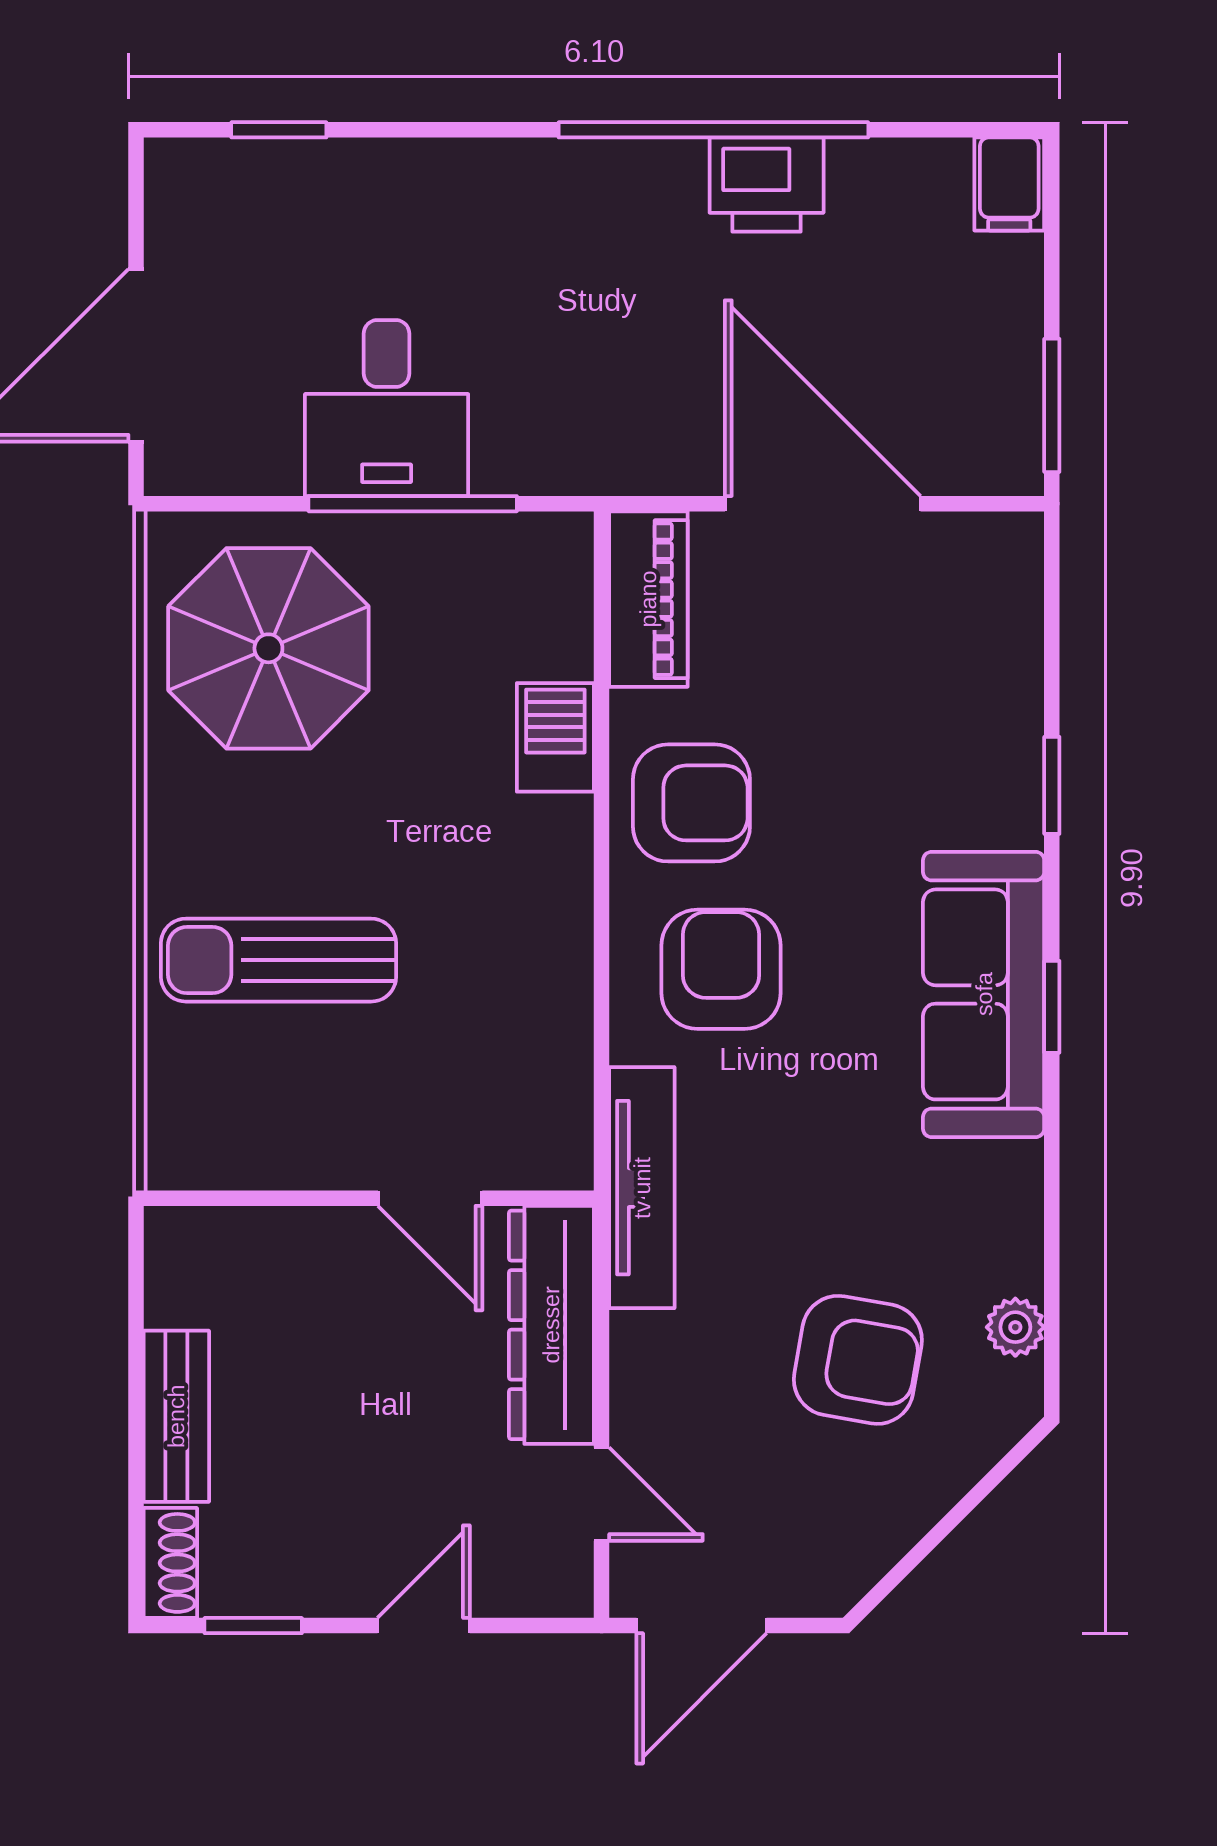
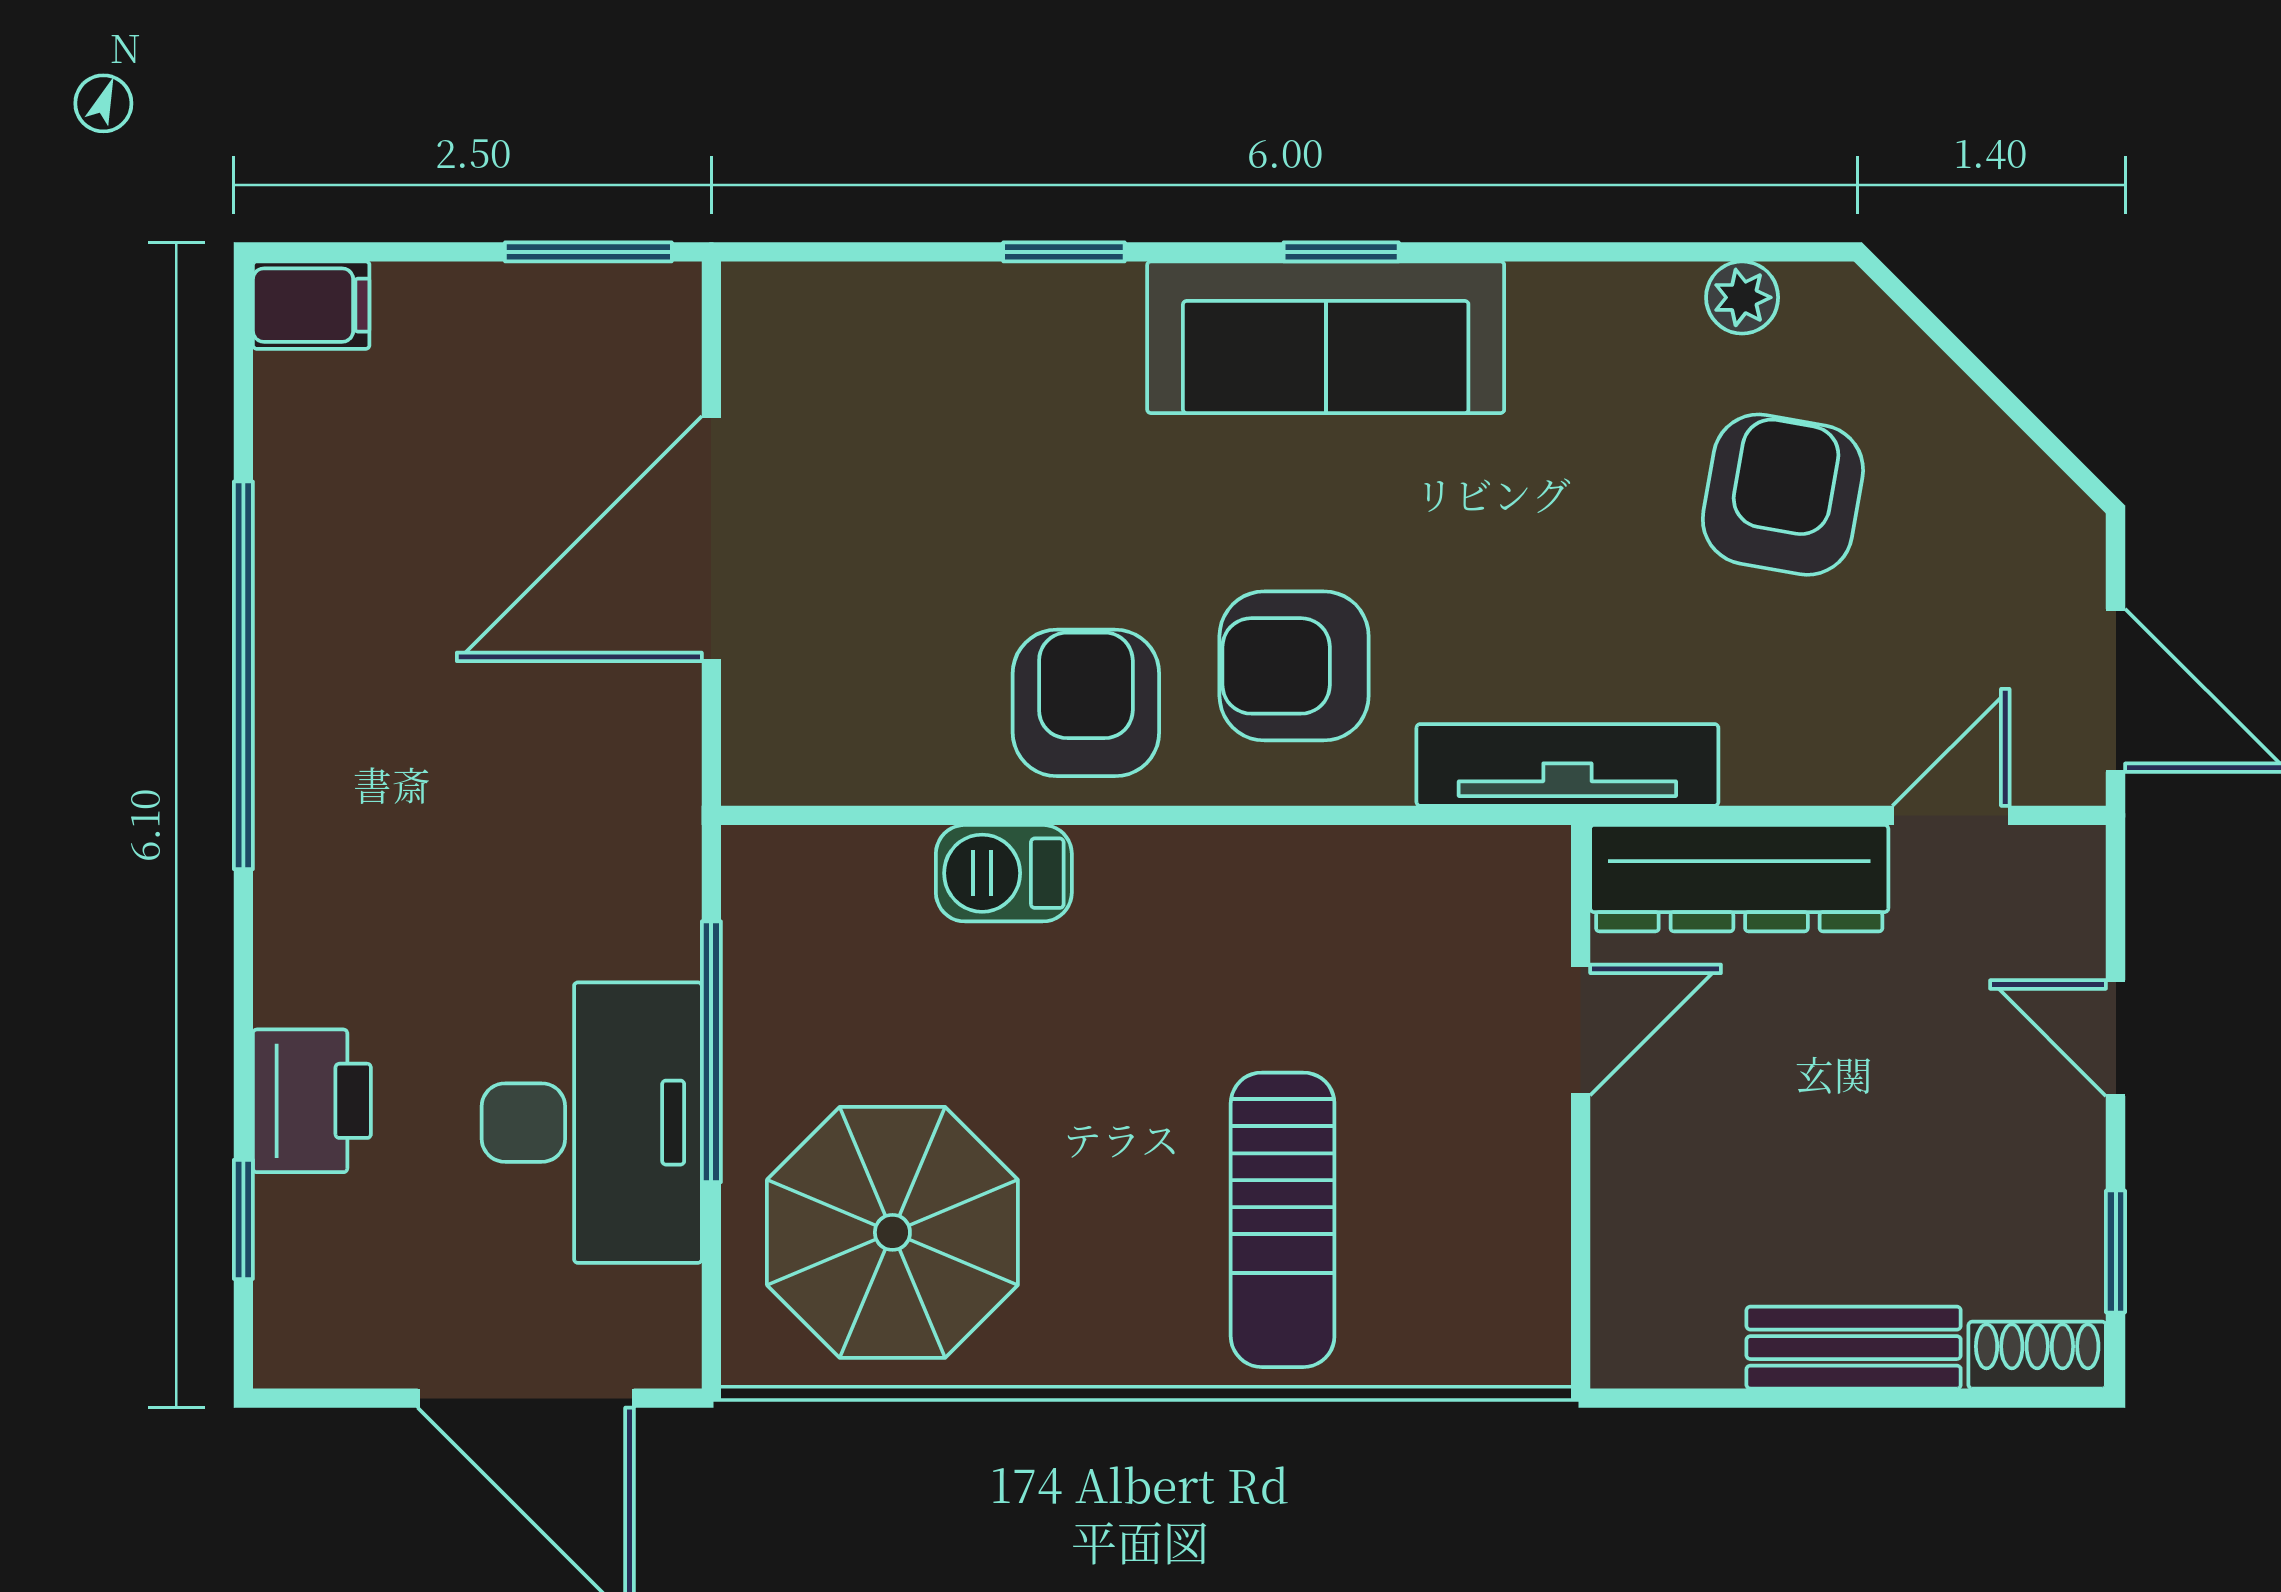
printer: (767, 185) -> (312, 1101), moved
desk: (387, 408) -> (592, 1123), width x1.37
piano: (648, 599) -> (831, 757), removed

